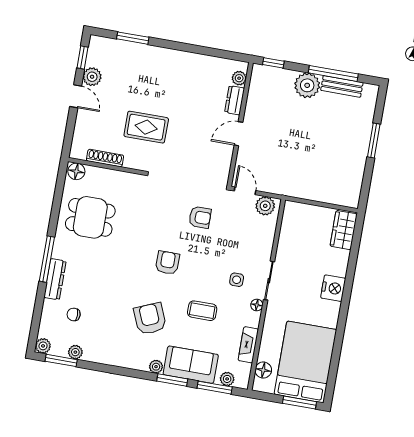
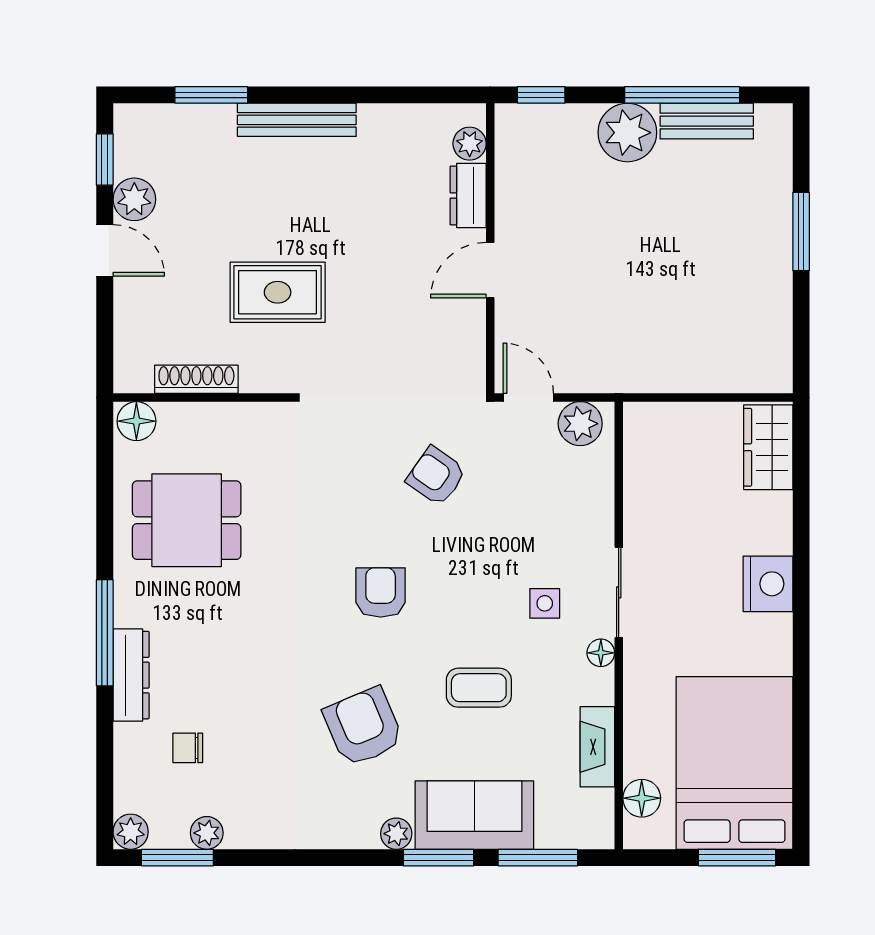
bench: (167, 55) -> (297, 120), added
armchair: (200, 217) -> (436, 476), turned -145
plant: (227, 379) -> (563, 833), removed

